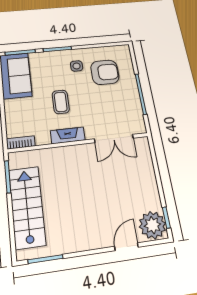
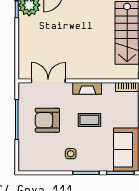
armchair: (105, 72) -> (47, 120), moved
coffee table: (61, 102) -> (89, 120), turned 90

